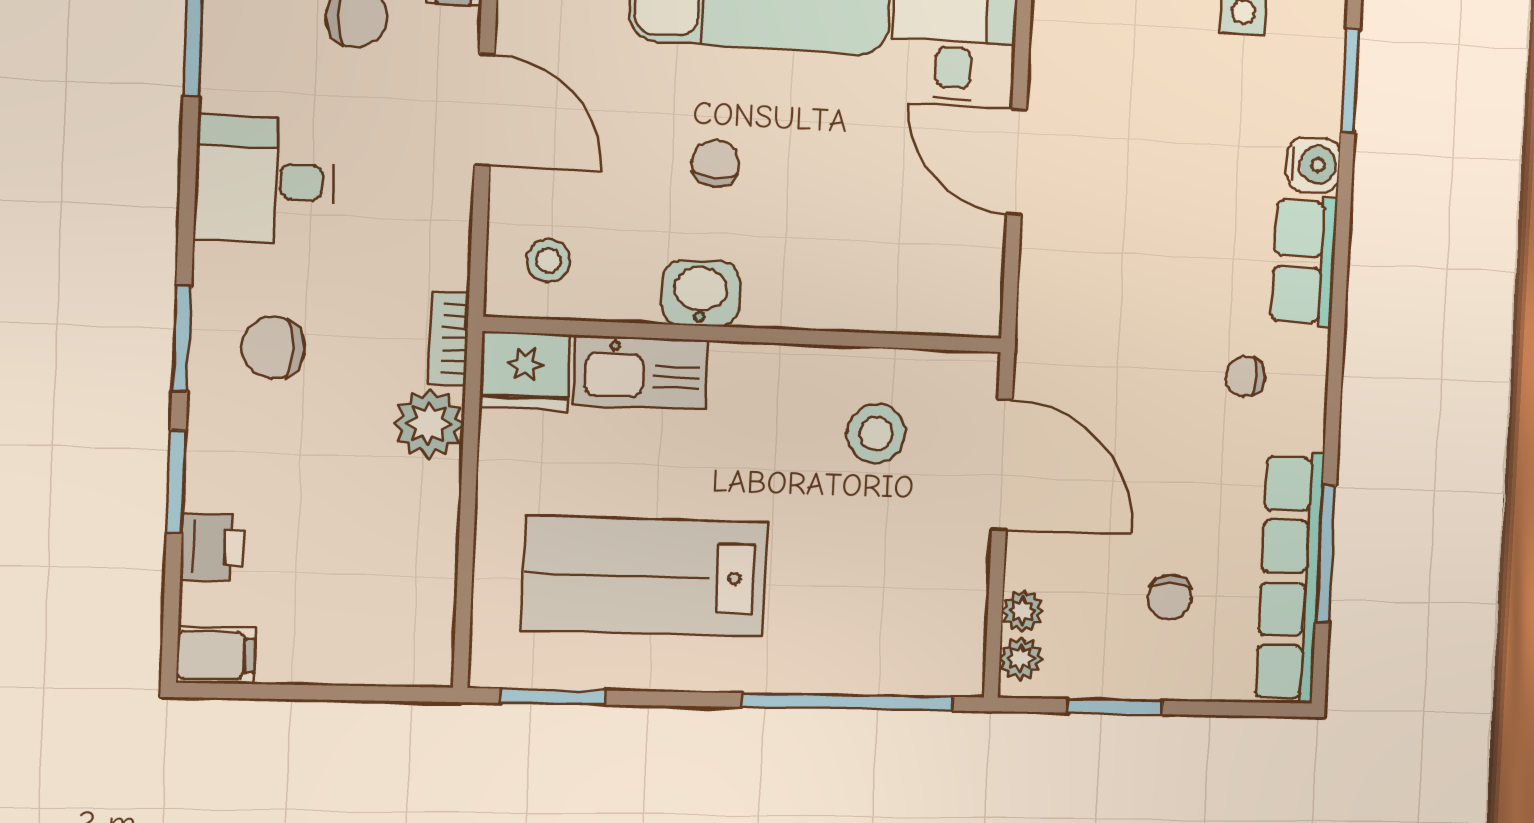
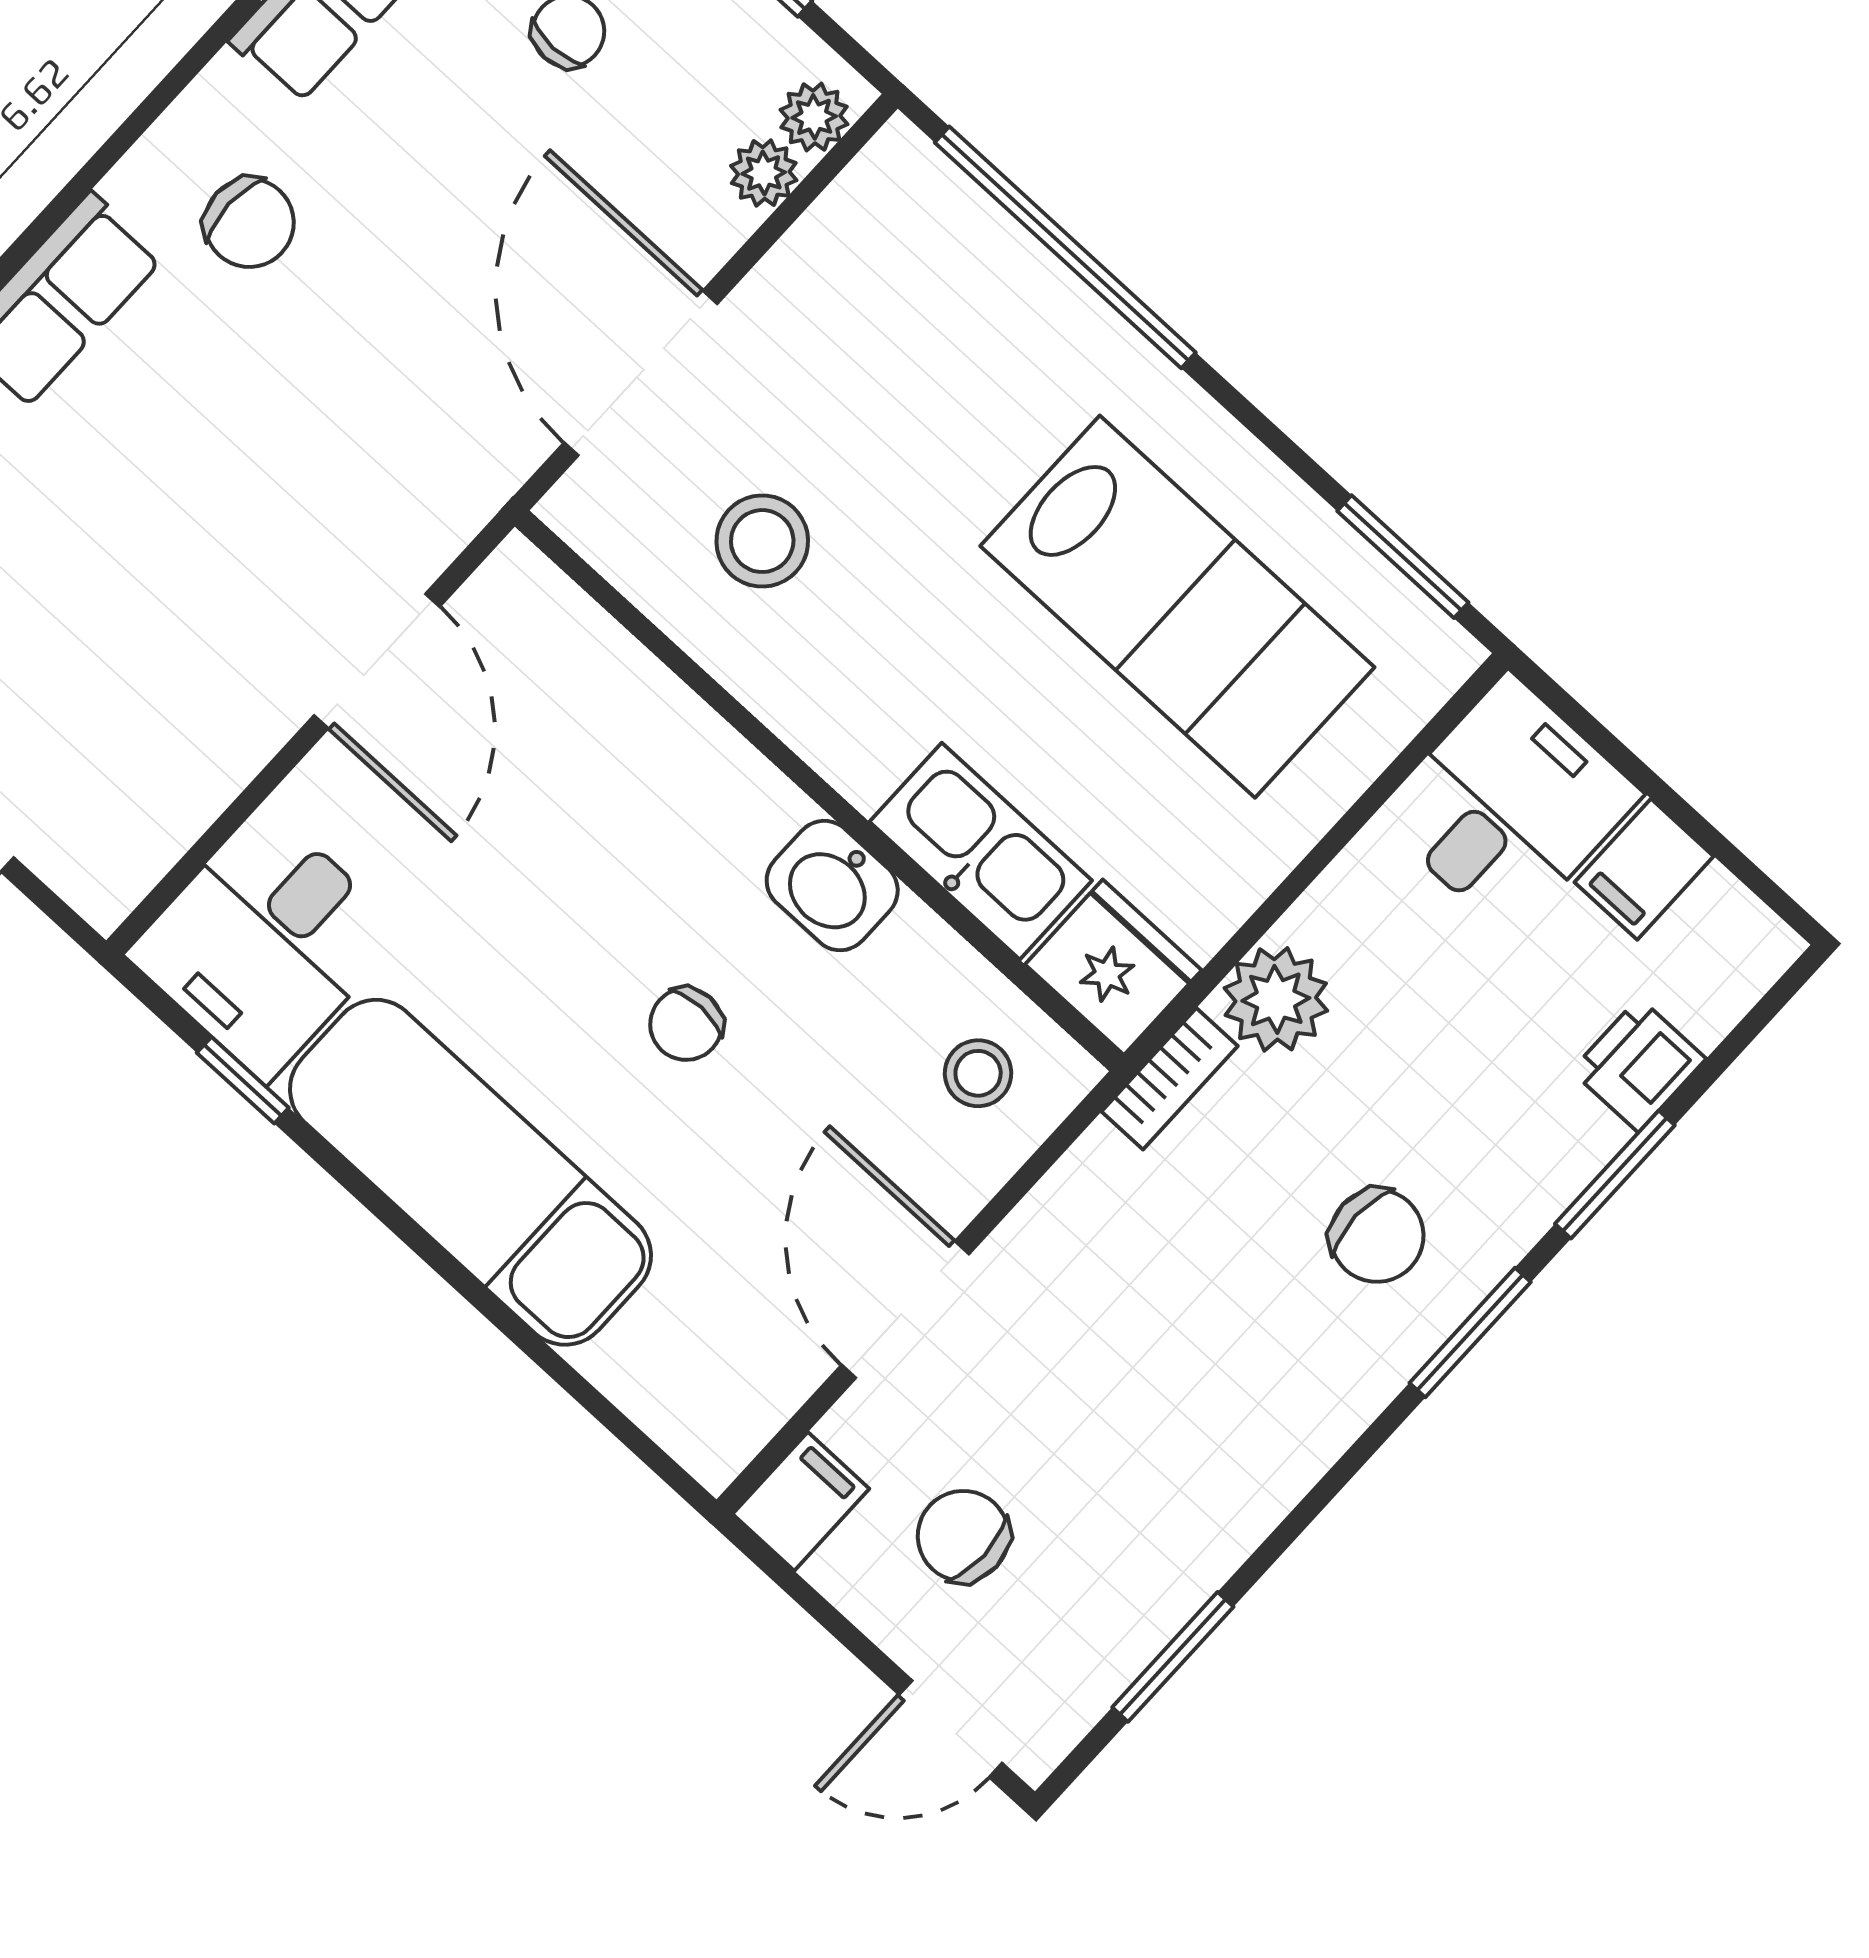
door: (1017, 162) -> (377, 661), moved
desk: (265, 180) -> (1509, 805), moved, turned -90
chair: (1245, 377) -> (249, 223), width x1.37, depth x1.37
filing cabinet: (216, 655) -> (1644, 869), moved, turned -90

